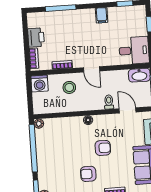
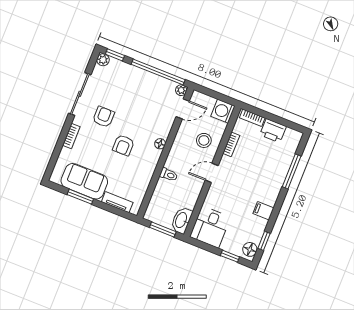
floor lamp: (137, 11) -> (250, 249), added
door: (128, 110) -> (183, 109), moved

